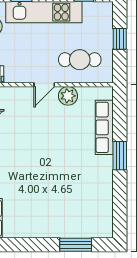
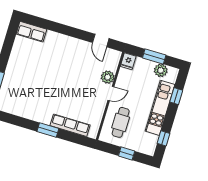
door: (44, 85) -> (111, 93), swing flipped
plant: (68, 96) -> (108, 77), moved

